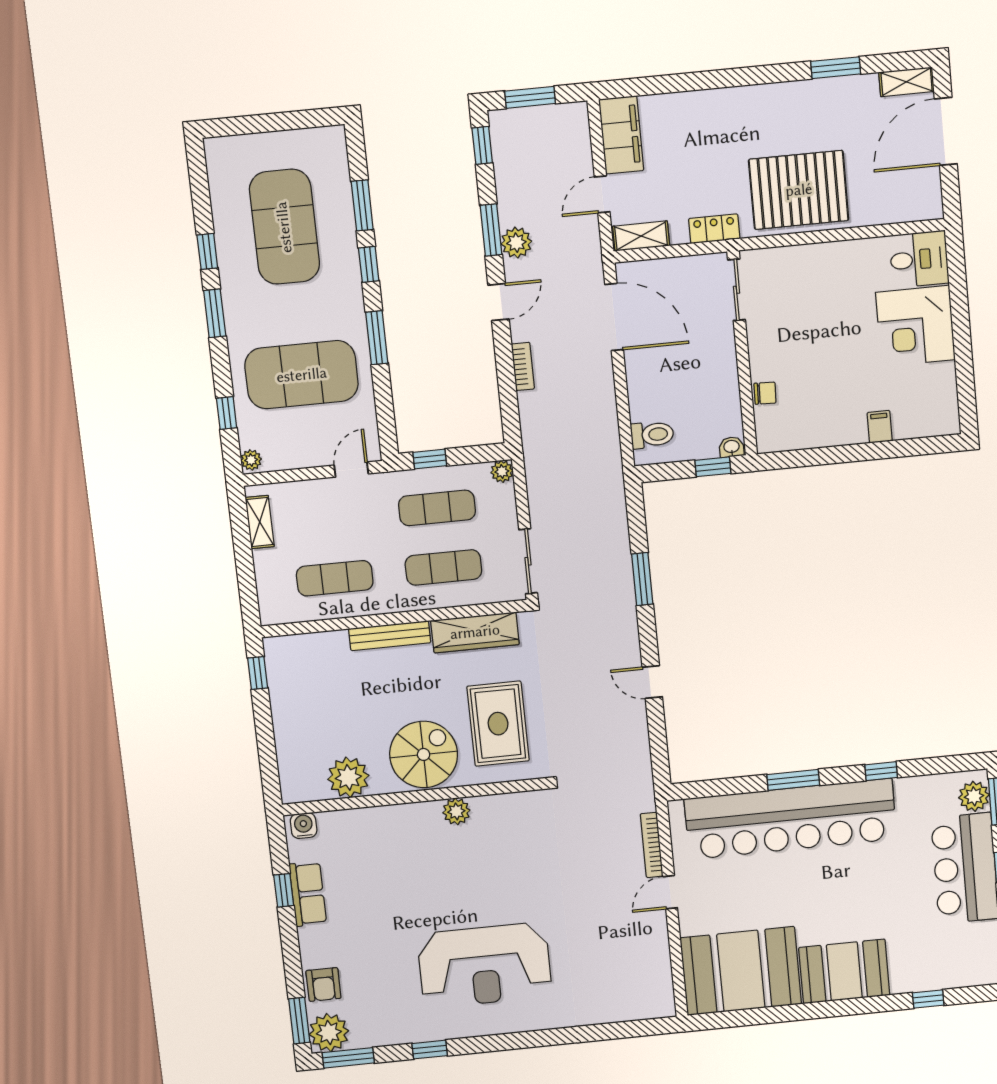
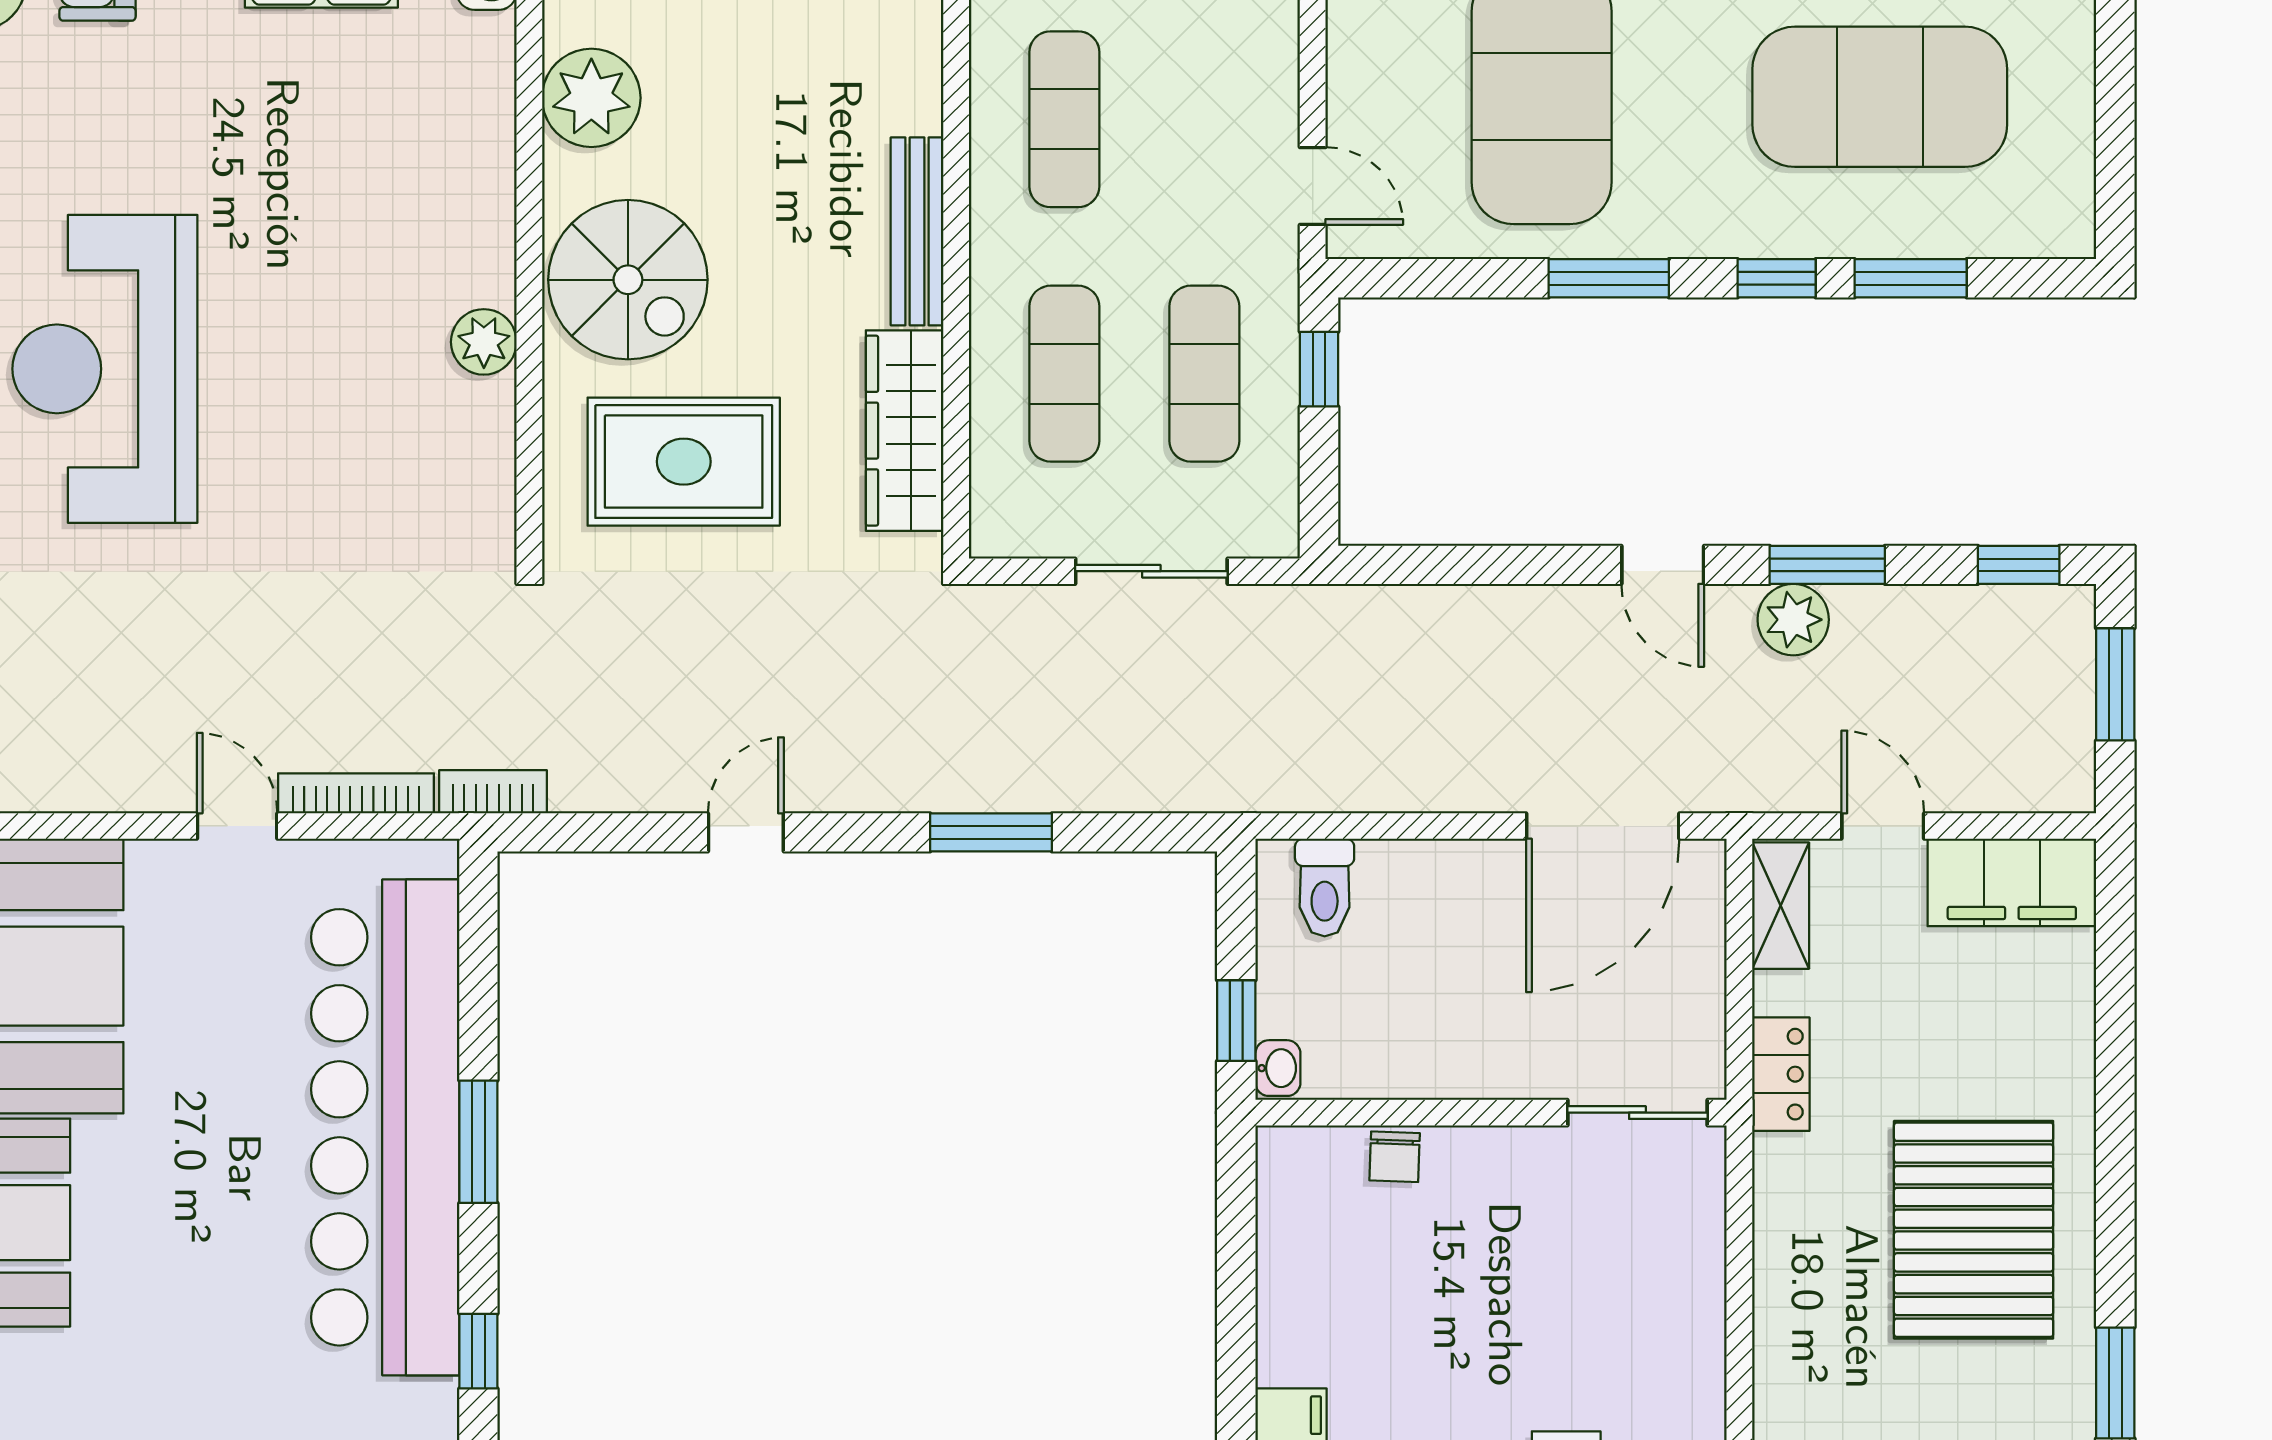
pallet: (799, 190) -> (1974, 1230), moved
bookcase: (523, 366) -> (493, 792), moved, turned 180
plant: (502, 471) -> (1274, 532), removed
sliding door: (528, 561) -> (1151, 571), moved

